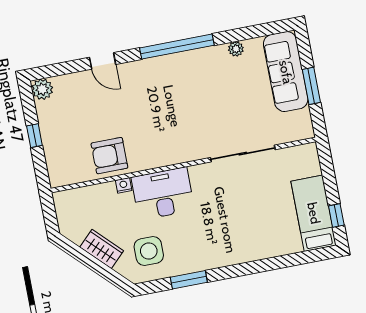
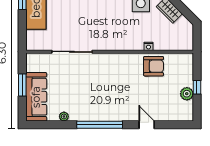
plant: (42, 89) -> (187, 94), moved
desk: (163, 194) -> (125, 37), removed

